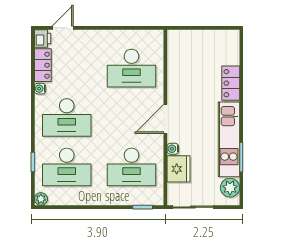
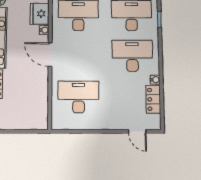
door: (63, 28) -> (137, 131), hinge flipped
printer: (43, 38) -> (154, 122), removed
door: (165, 119) -> (50, 55), swing flipped

